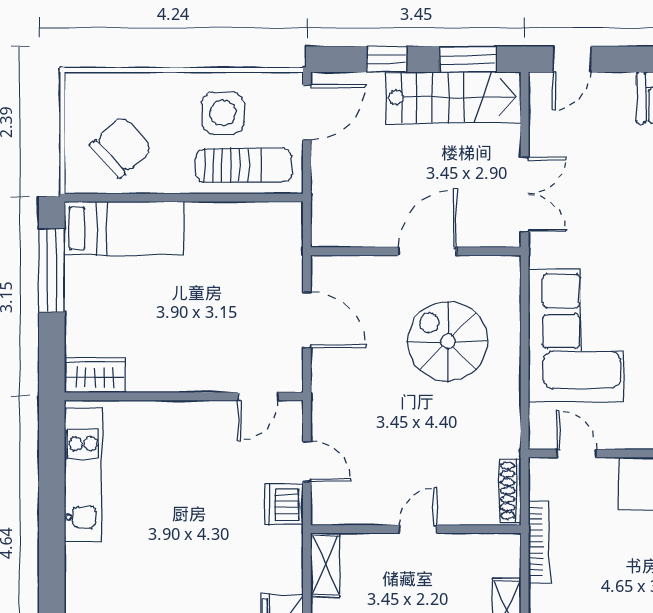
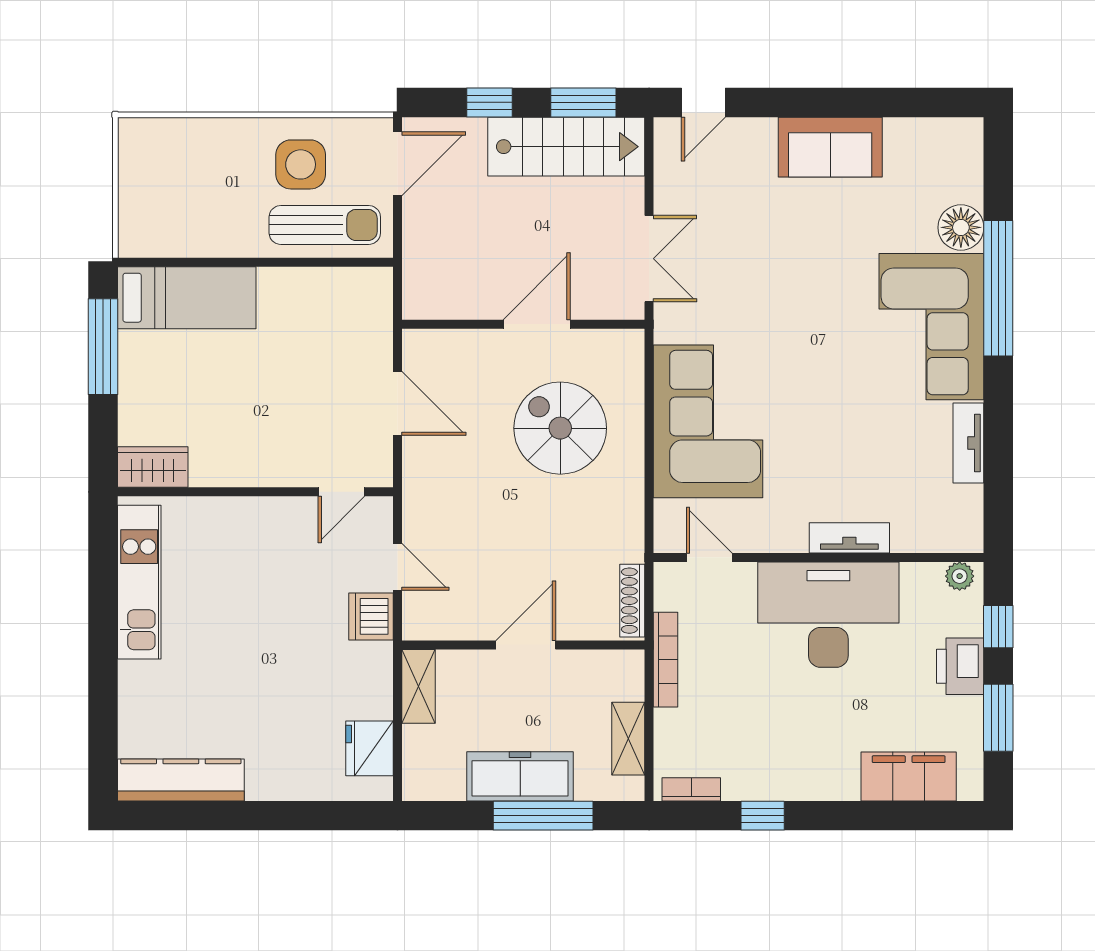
chair: (121, 147) -> (183, 204), removed
door: (418, 529) -> (526, 645), width x1.38

